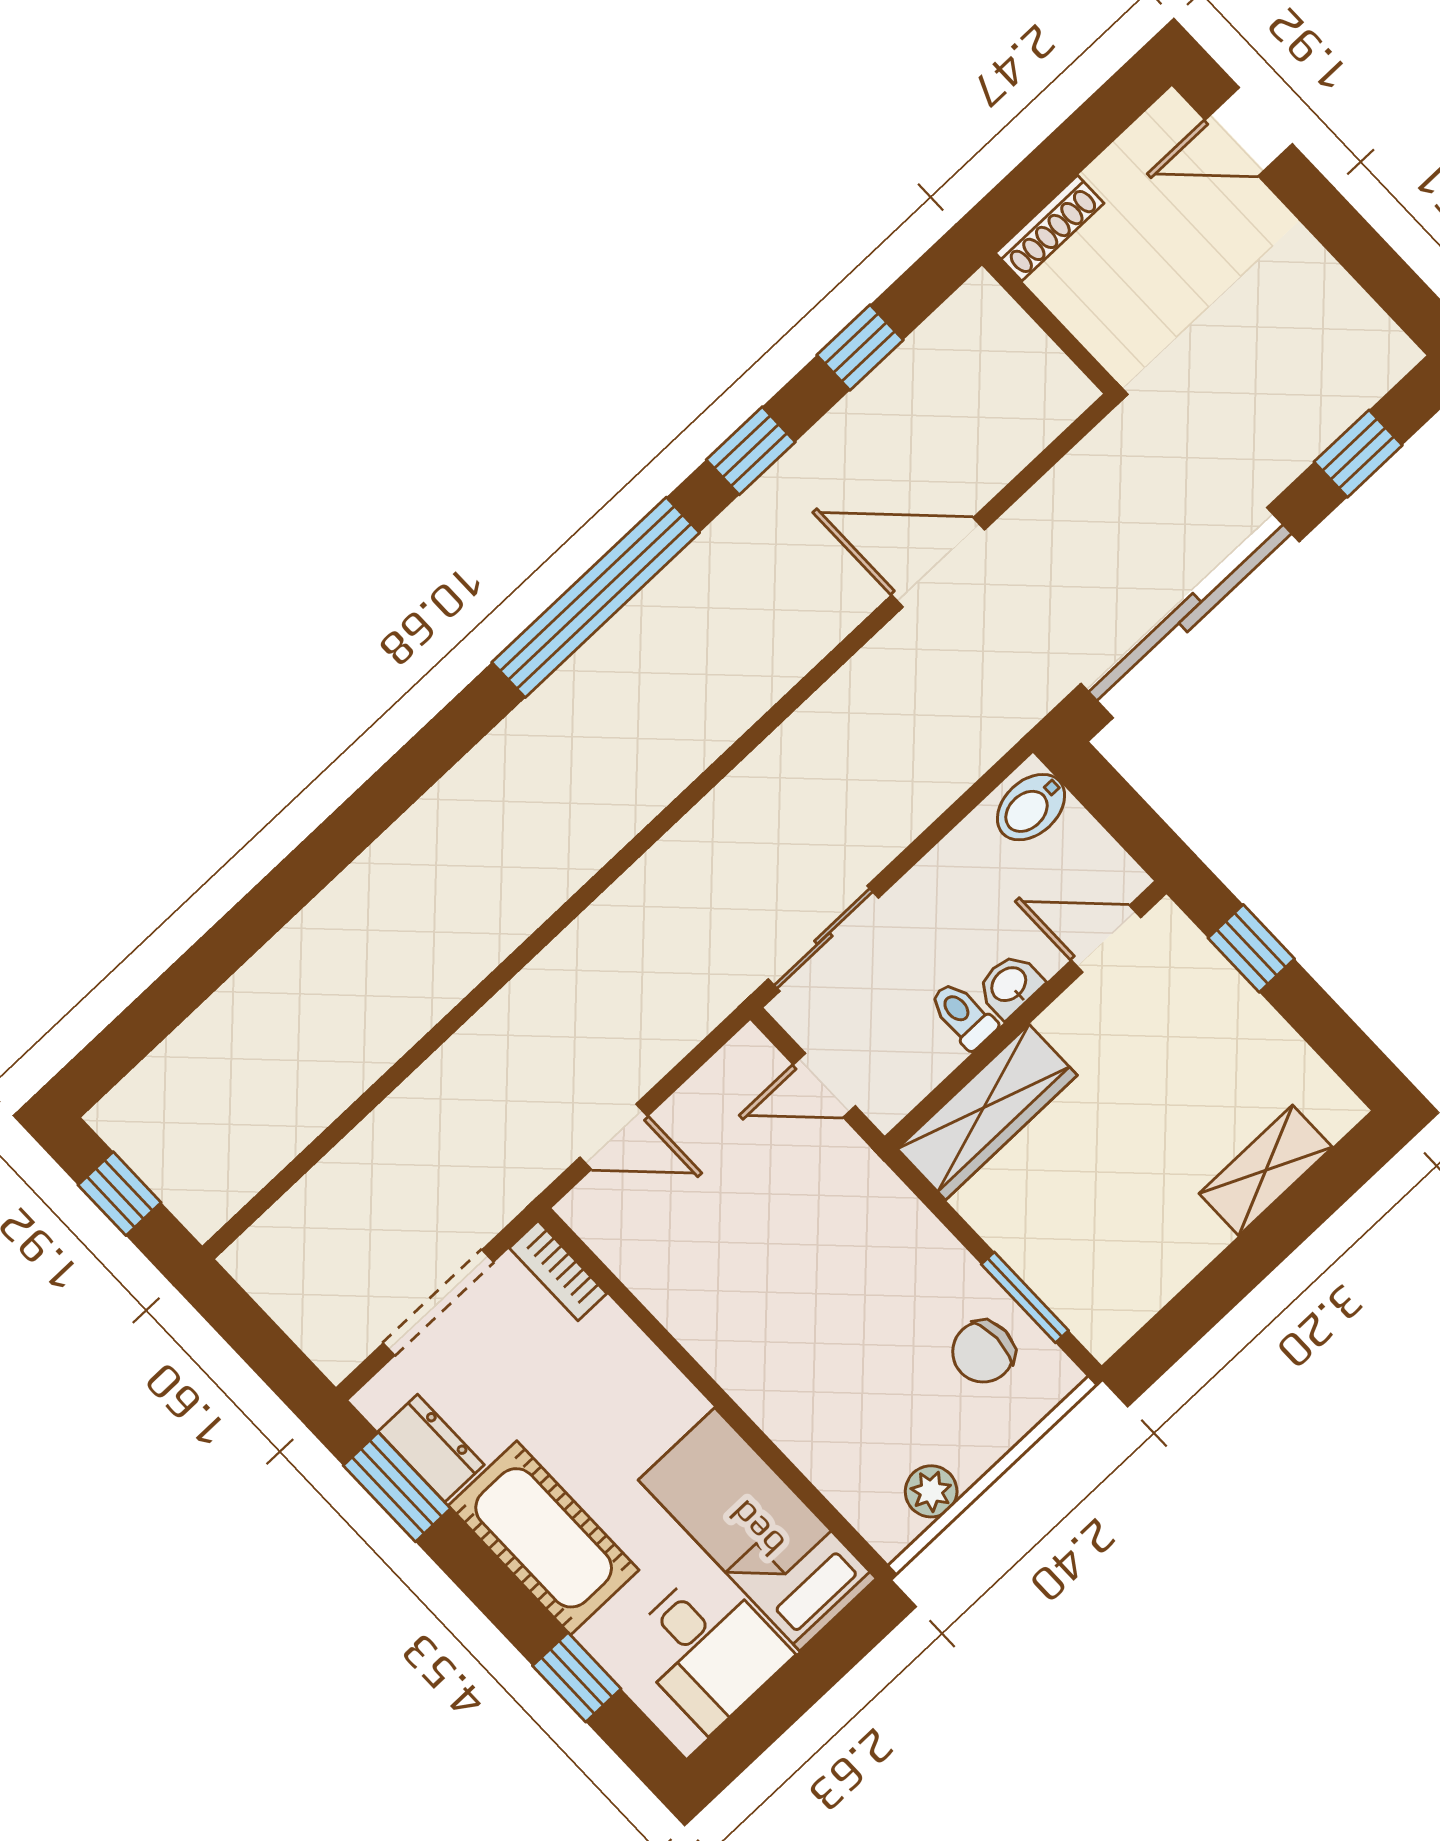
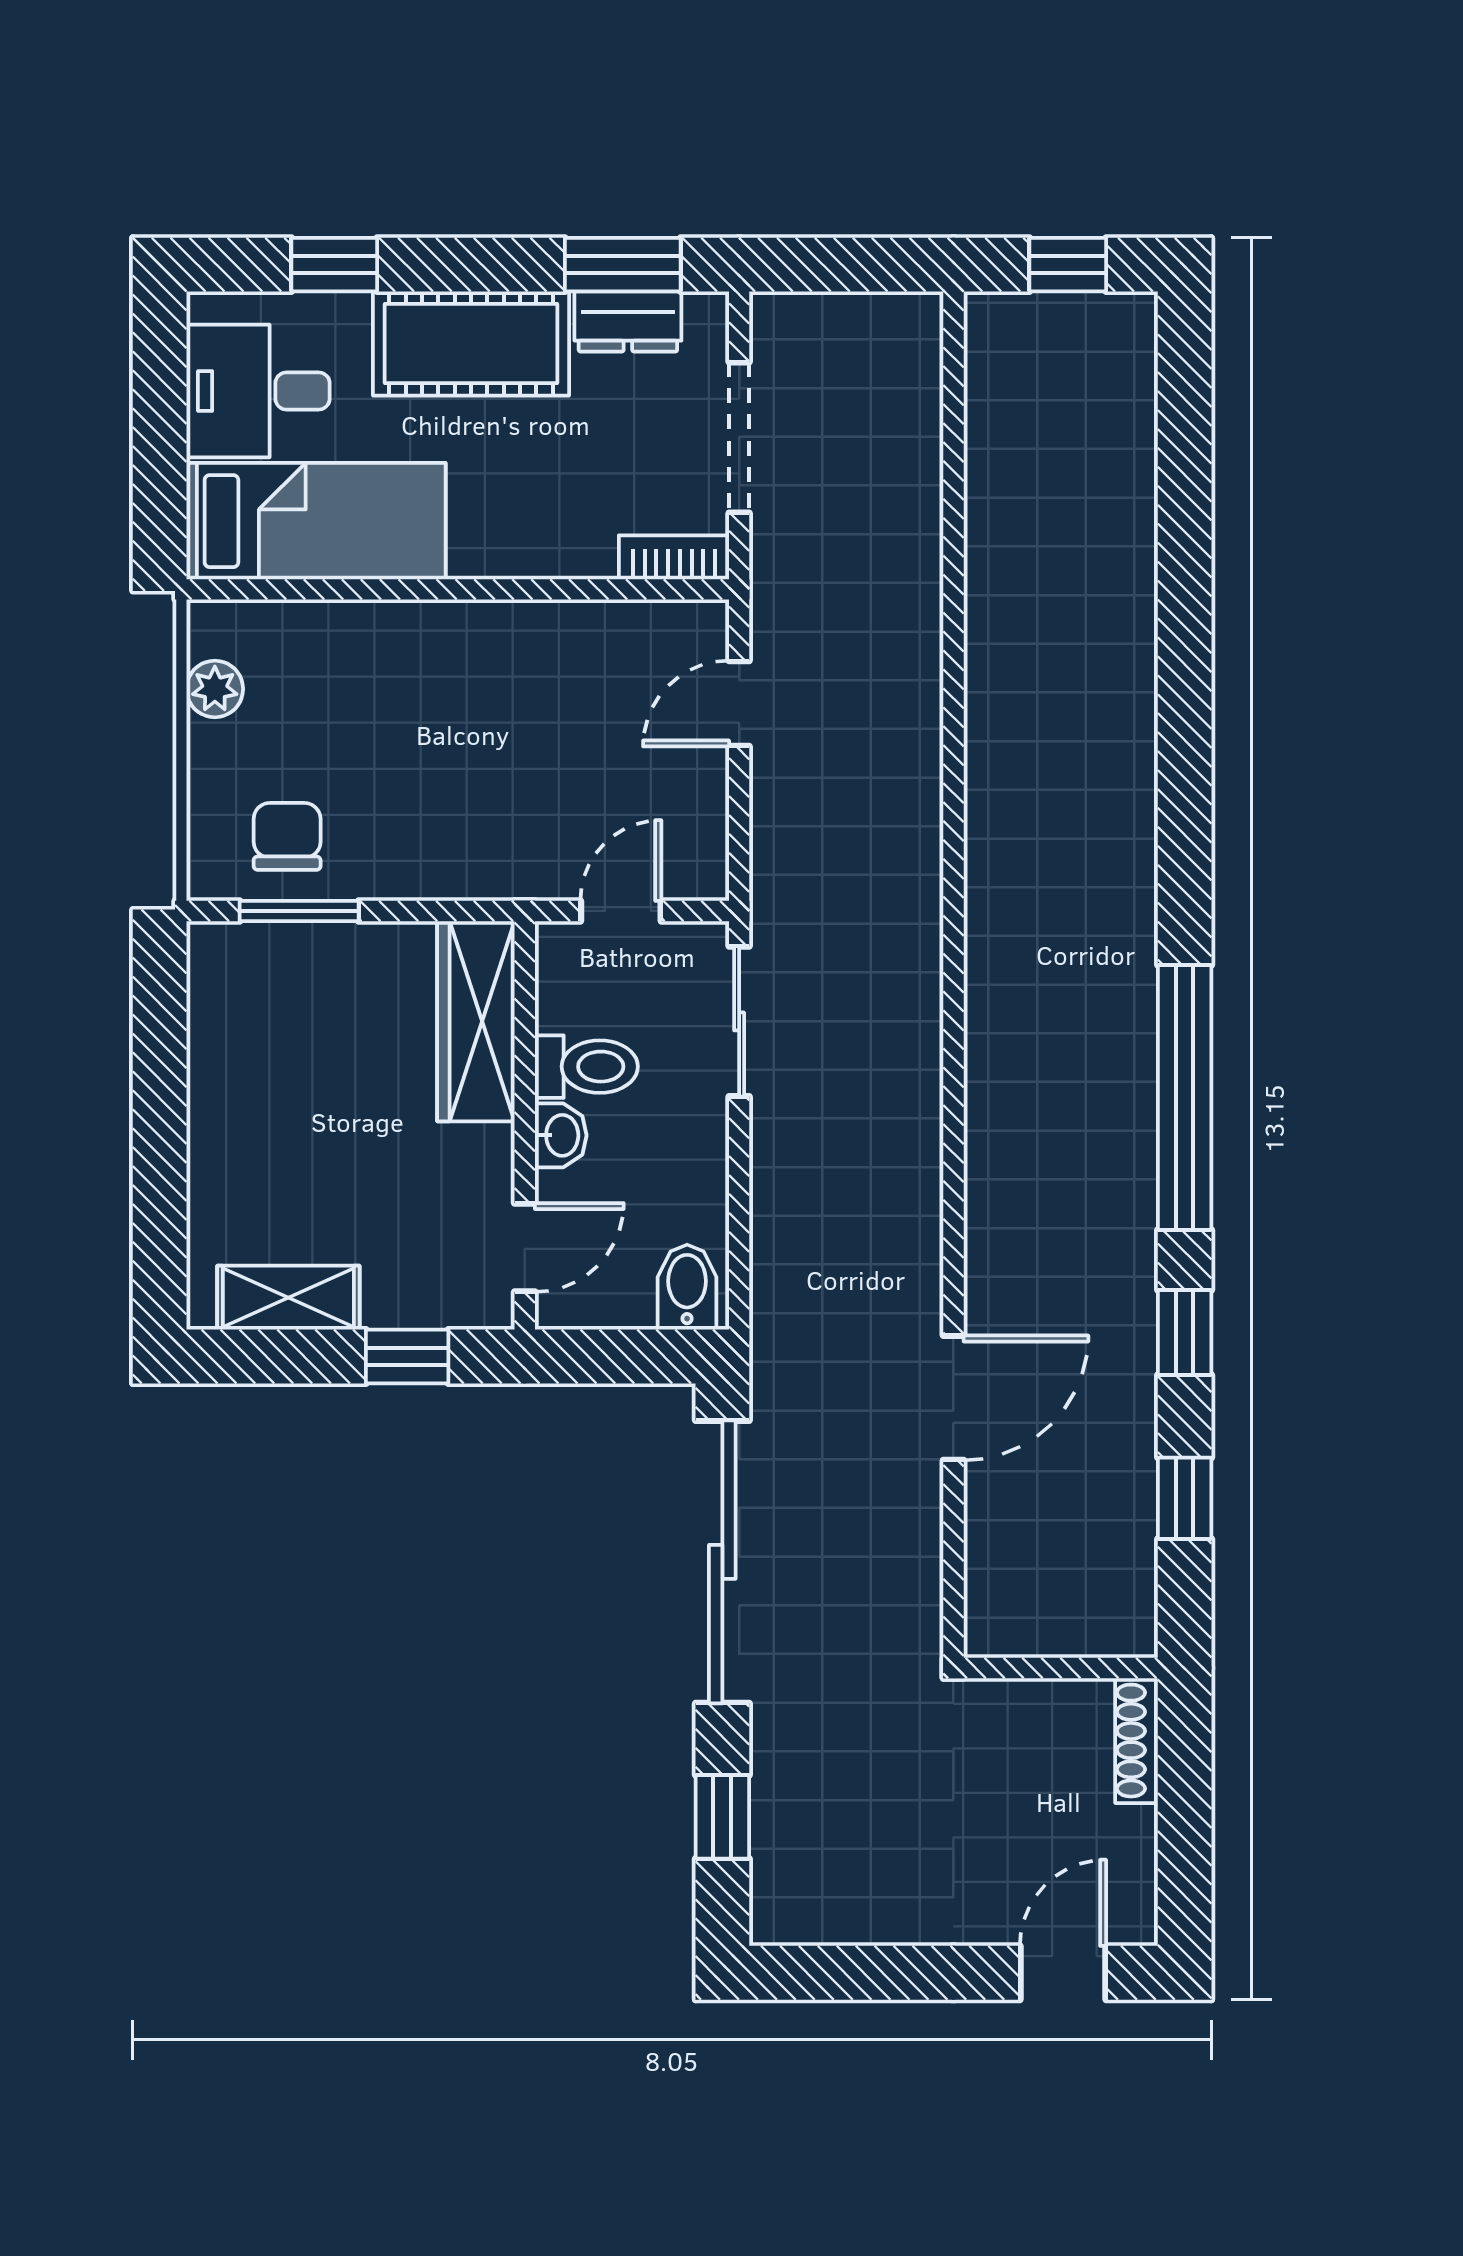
toilet: (963, 1015) -> (586, 1067), width x1.37, depth x1.39
shelving: (1266, 1170) -> (288, 1298), moved, turned 90

